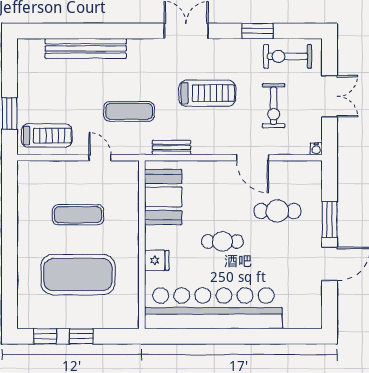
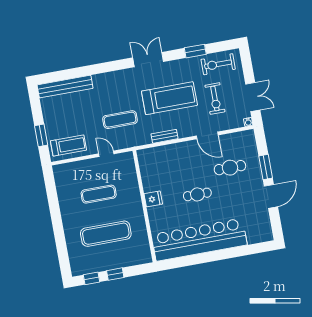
bench: (86, 48) -> (65, 87), moved
treadmill: (207, 93) -> (169, 98), width x1.37, depth x1.38
double door: (330, 96) -> (253, 97), moved
bench: (172, 148) -> (164, 136), moved
booth: (163, 197) -> (153, 172), removed
fridge: (157, 260) -> (153, 199), moved
exercise mat: (78, 275) -> (106, 234), width x0.68

